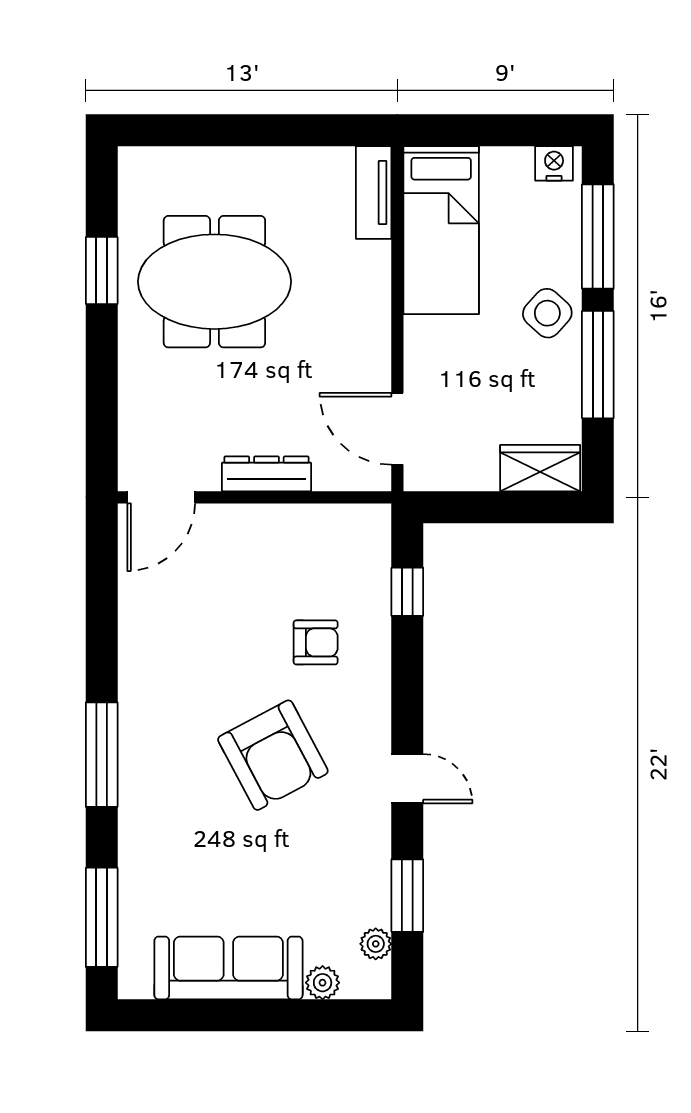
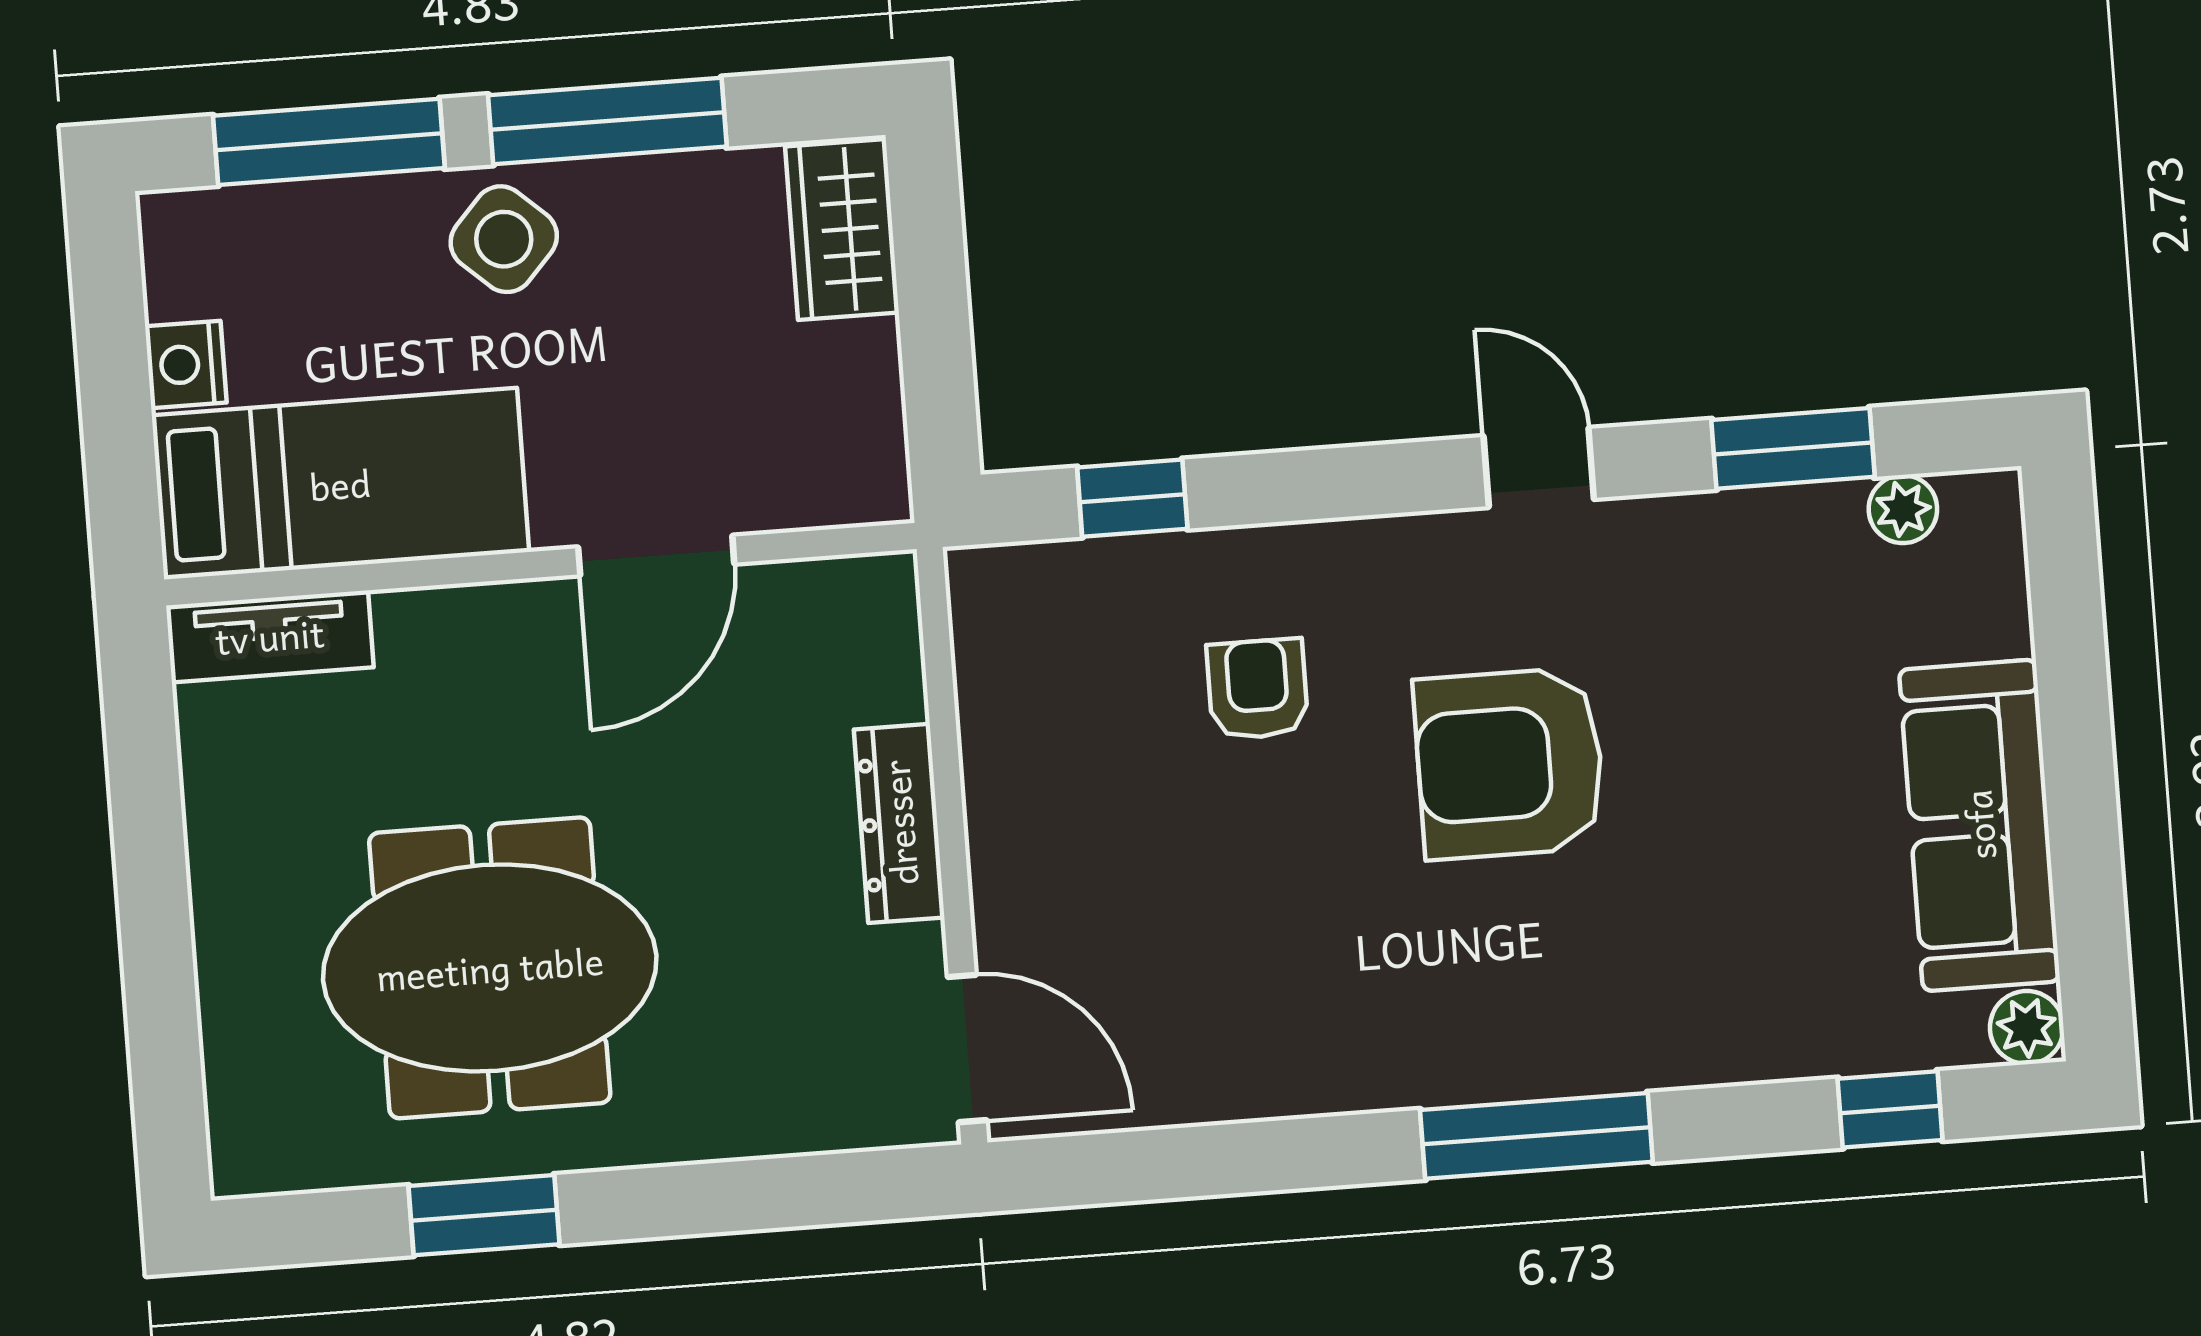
nightstand: (554, 163) -> (186, 364), moved
meeting table: (214, 282) -> (490, 968), turned 90
door: (397, 429) -> (656, 556), moved
armchair: (273, 755) -> (1509, 763), turned -152
door: (407, 779) -> (1539, 468), hinge flipped
window: (102, 917) -> (1890, 1109), width x0.46
plant: (323, 983) -> (2027, 1028), moved

